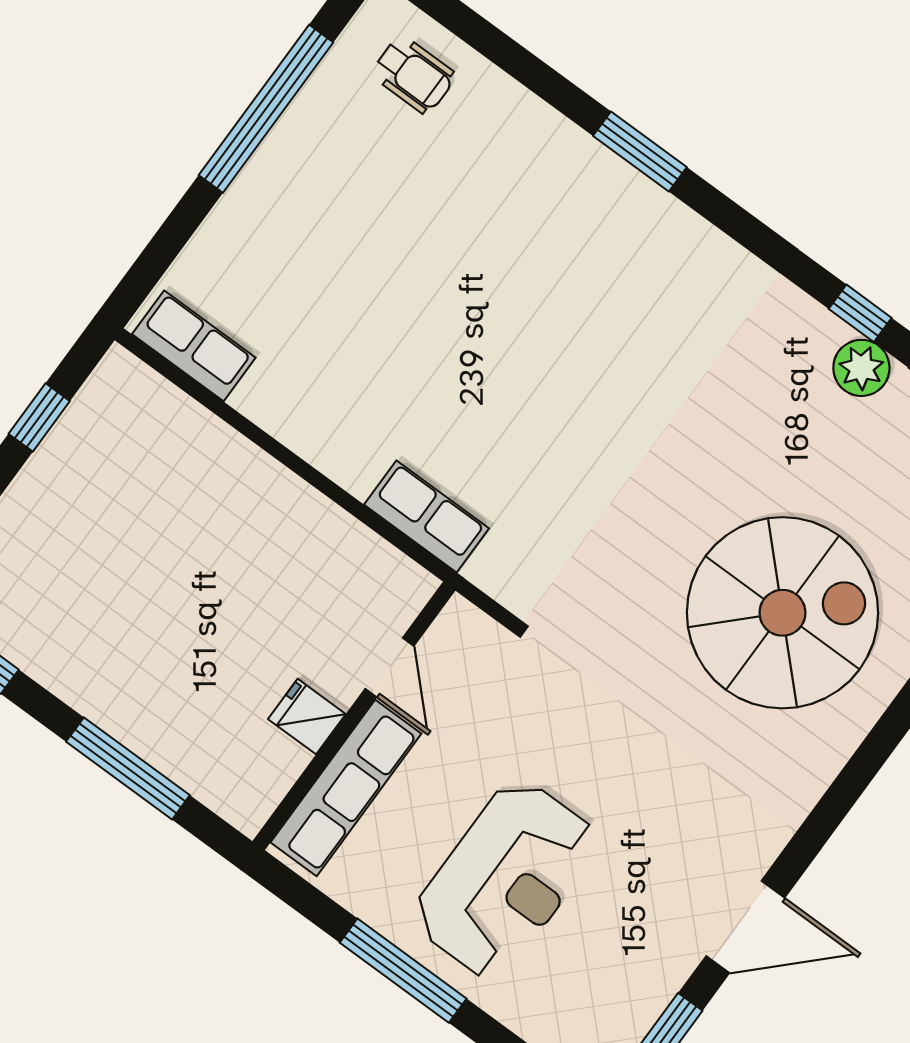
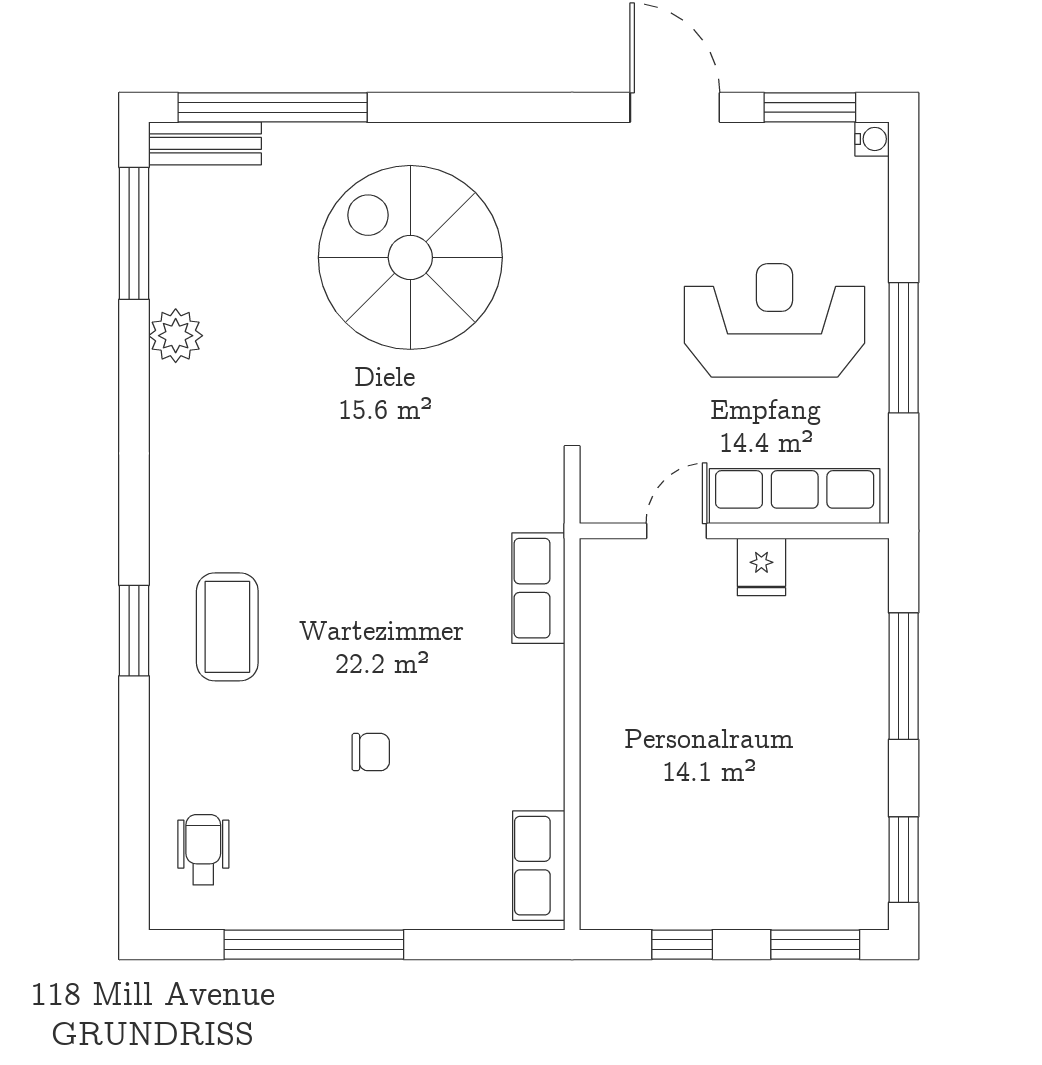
coffee table: (586, 232) -> (227, 627), added
chair: (392, 275) -> (371, 752), added
window: (860, 313) -> (134, 368), removed

